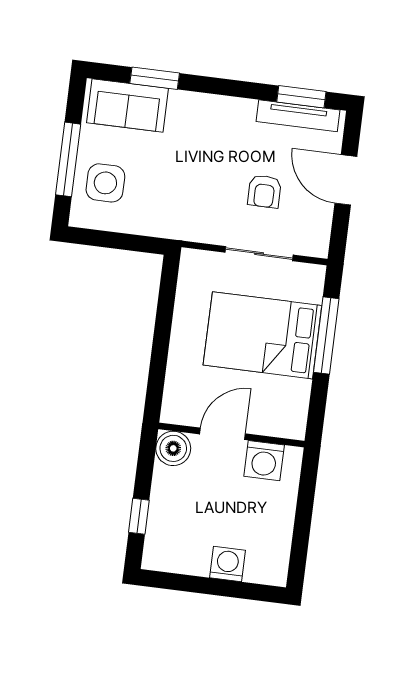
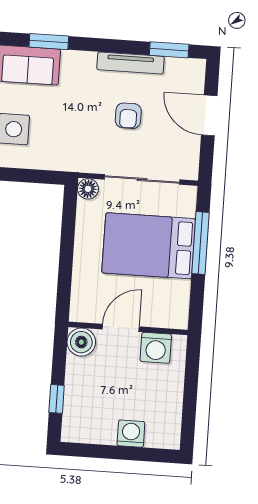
tv unit: (298, 116) -> (130, 63), moved
armchair: (264, 191) -> (128, 116), moved
sliding door: (259, 254) -> (142, 179), width x1.37
floor lamp: (192, 261) -> (88, 189), added

